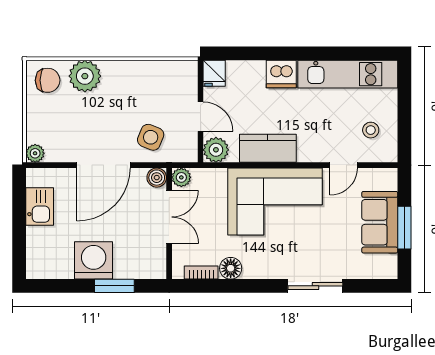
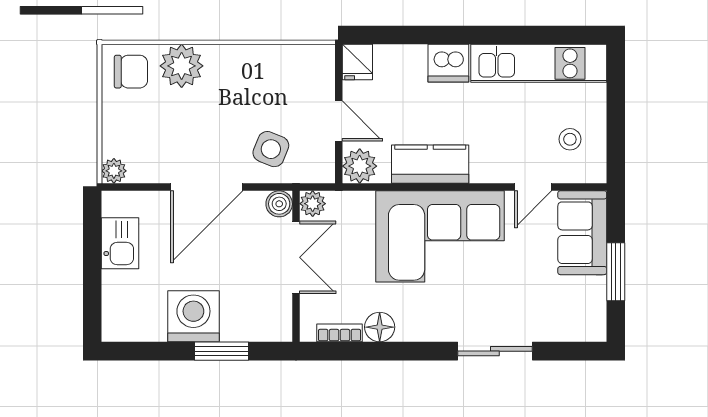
sofa: (380, 222) -> (582, 233), moved

